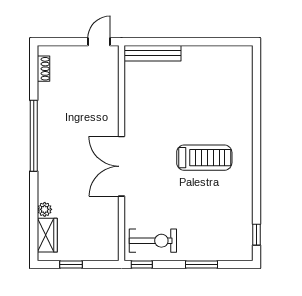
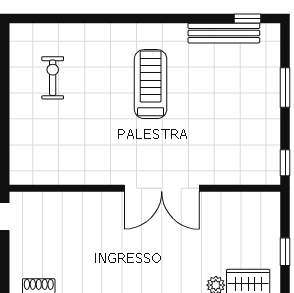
bench: (153, 53) -> (224, 33), moved, turned 90
exercise bike: (153, 241) -> (53, 78), moved, width x0.73, depth x0.72

